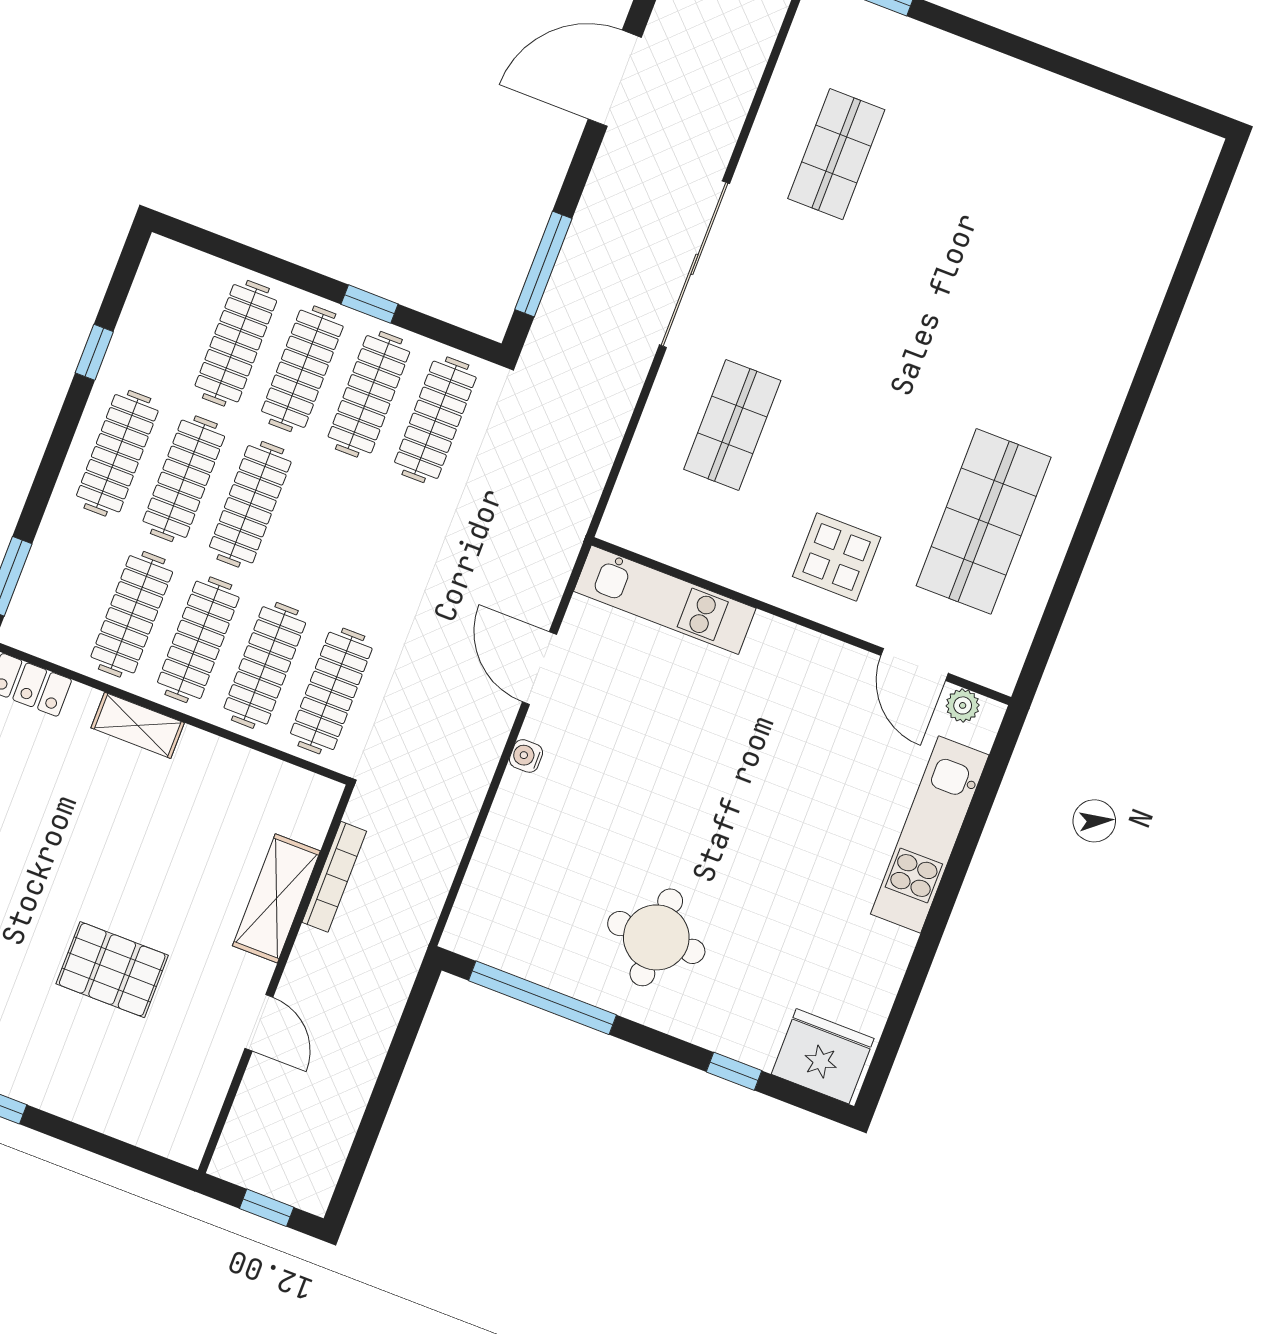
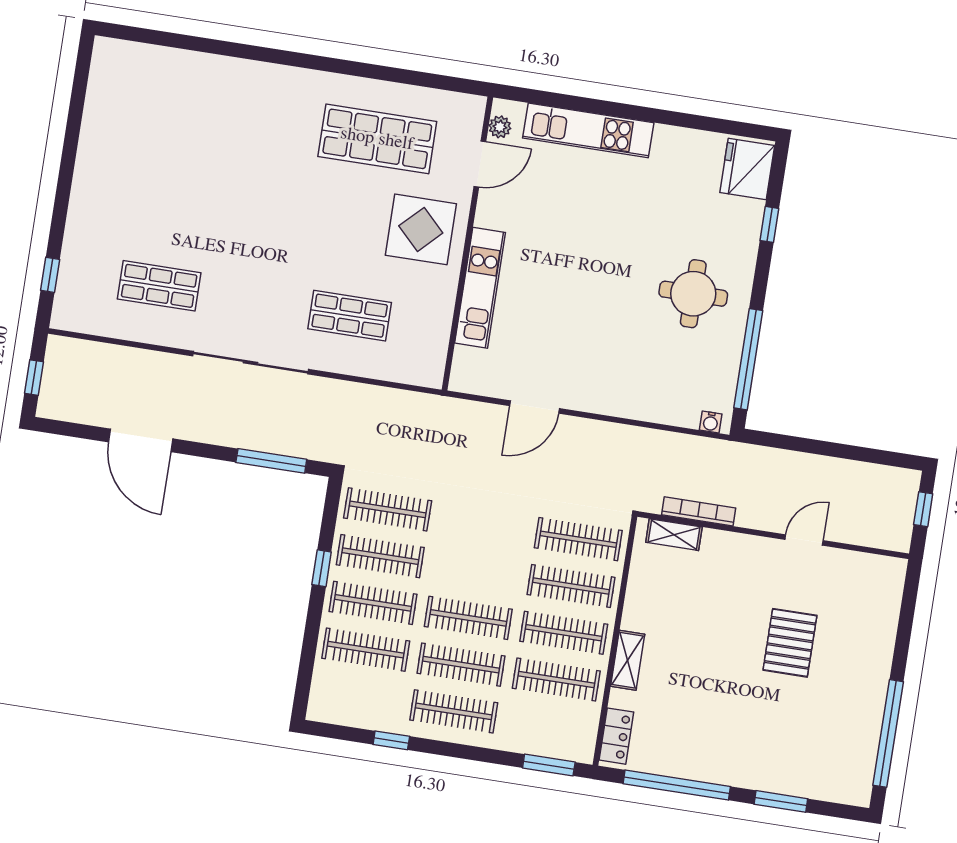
display table: (837, 557) -> (421, 229), width x1.36, depth x1.36
kitchen unit: (665, 600) -> (480, 288), moved
water cooler: (526, 756) -> (711, 422), moved
shelving: (276, 898) -> (674, 535), moved, width x0.67, depth x0.75

